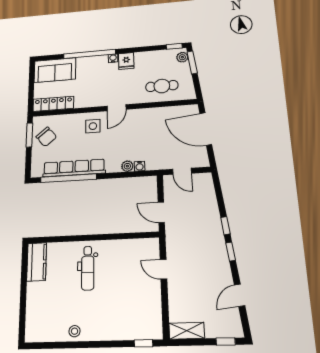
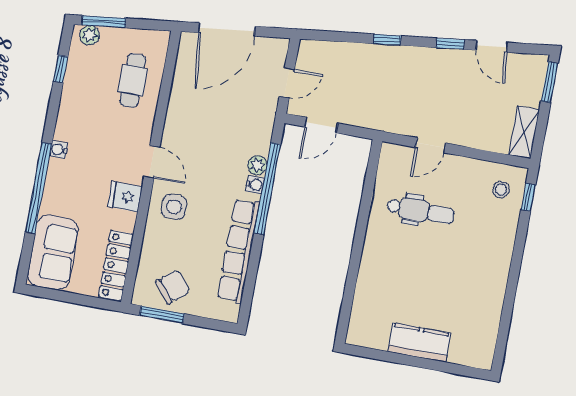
window: (174, 46) -> (61, 69), moved
fridge: (126, 61) -> (125, 197), moved, turned 180
water cooler: (140, 166) -> (255, 185), moved
window: (68, 178) -> (267, 189), moved
door: (161, 212) -> (321, 125), moved
window: (231, 252) -> (450, 44), moved
kitchen counter: (37, 262) -> (419, 342), moved
dental chair: (88, 268) -> (421, 211), moved
stool: (75, 331) -> (501, 190), moved
window: (226, 341) -> (550, 82), width x1.50

